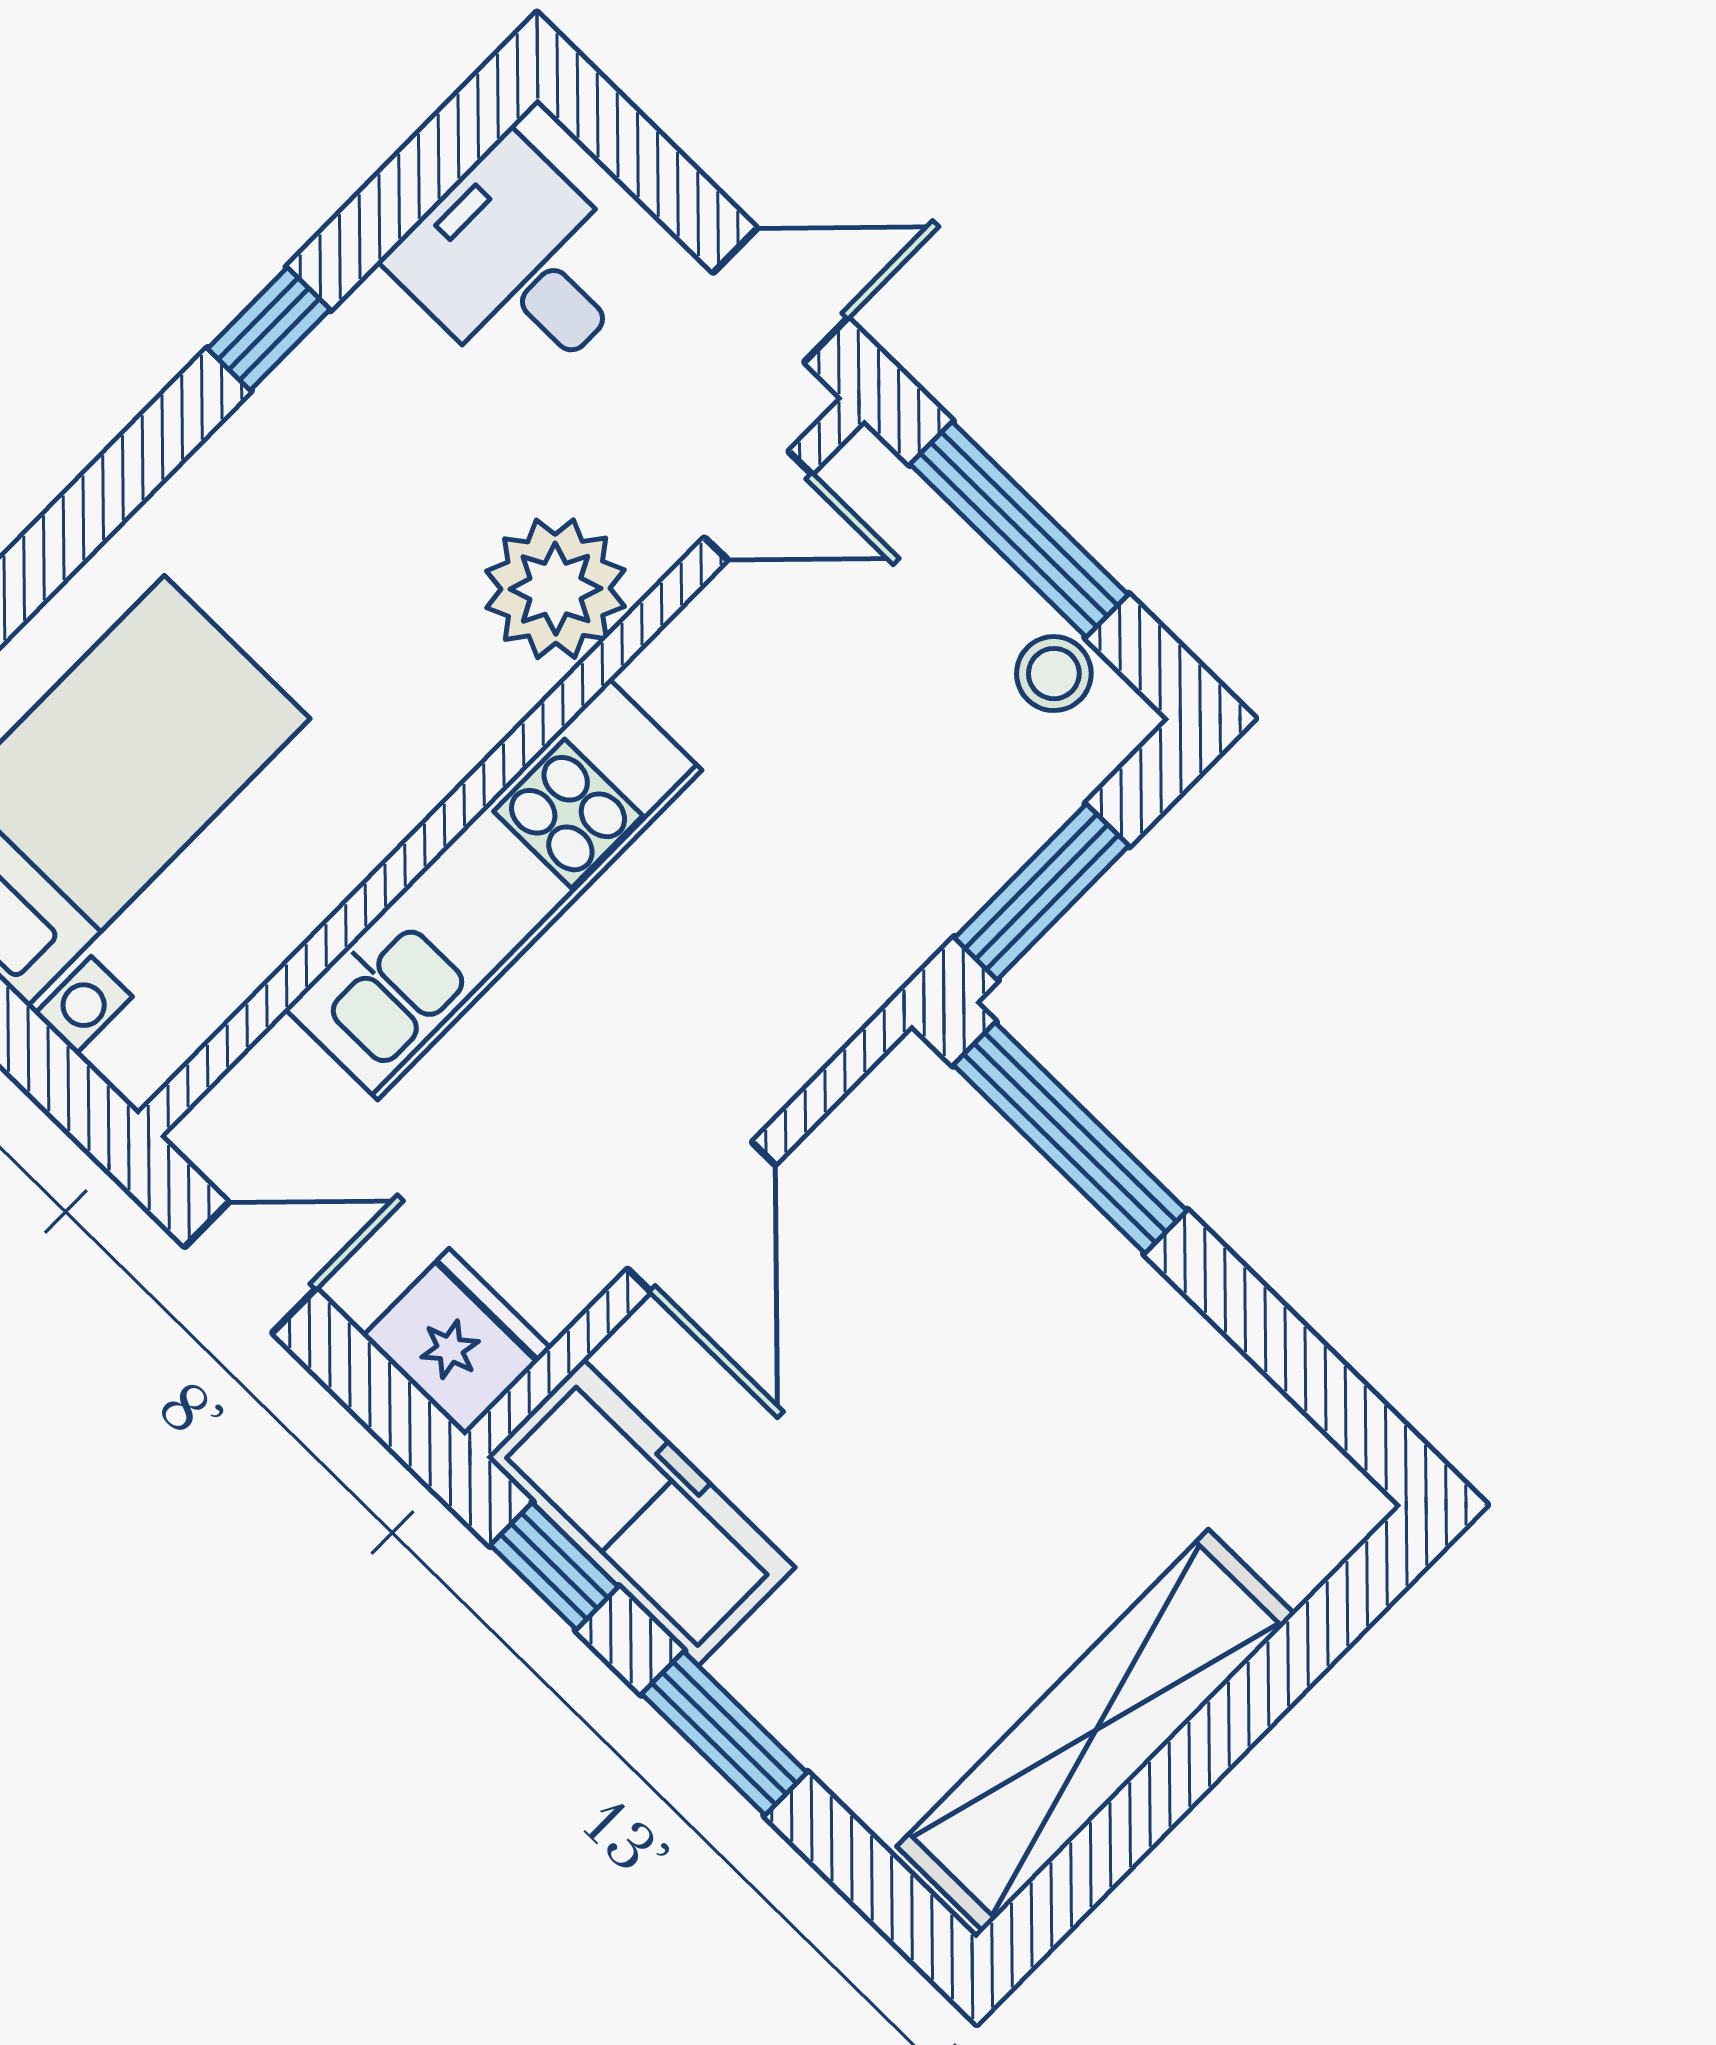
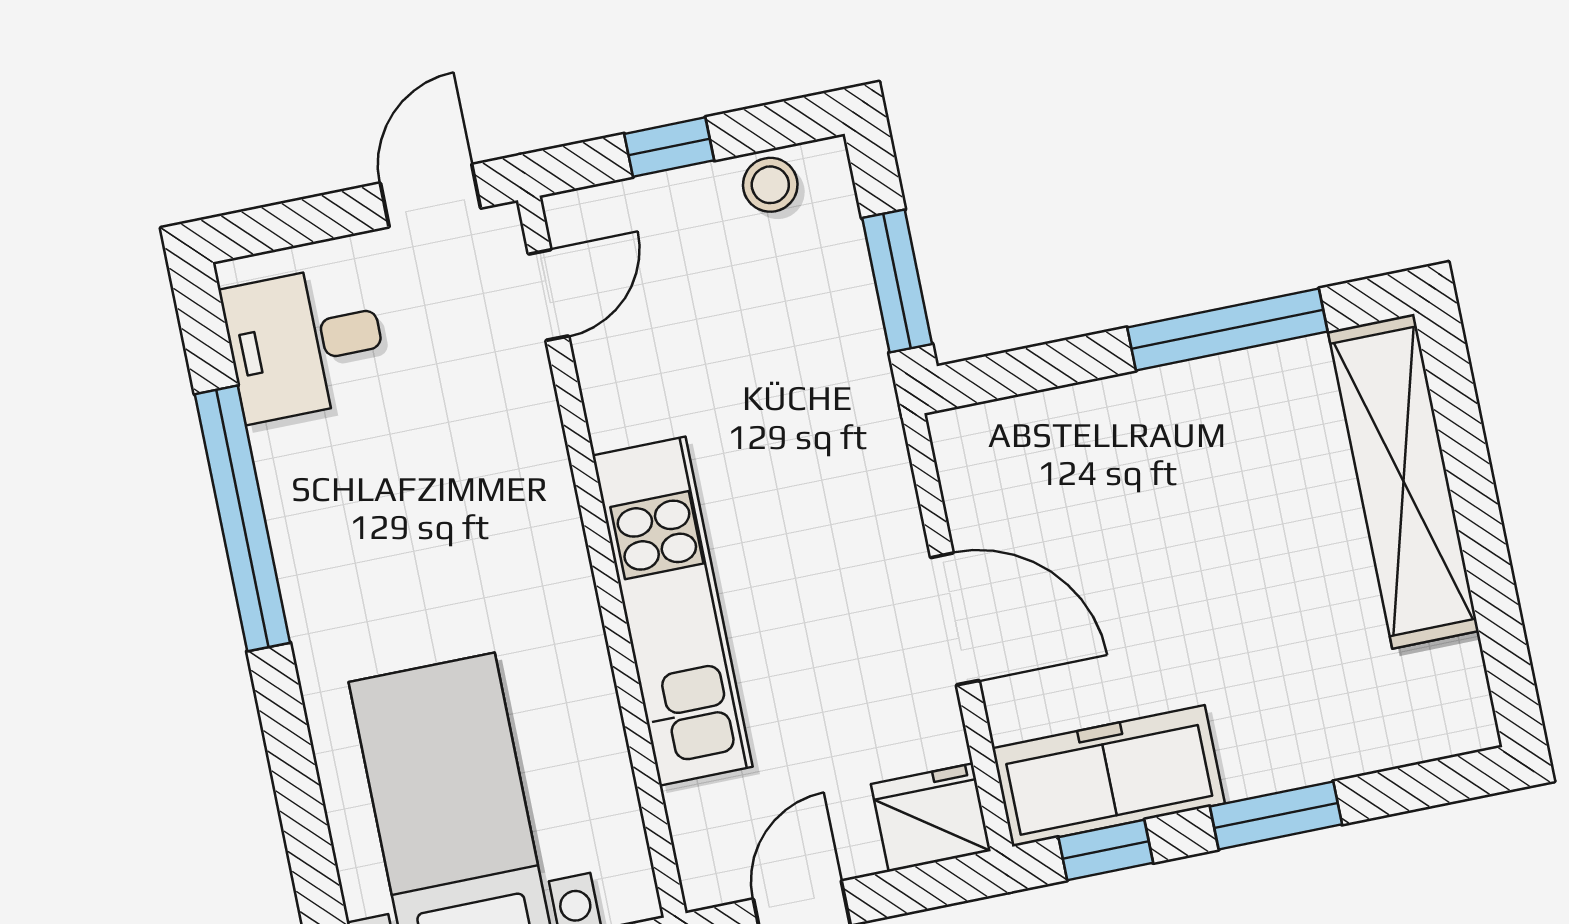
window: (269, 329) -> (242, 518), width x3.17
window: (1019, 529) -> (669, 147), width x0.46
plant: (555, 589) -> (516, 451), removed
window: (1070, 1138) -> (1227, 329), moved
shelving: (1096, 1730) -> (1403, 481), moved

